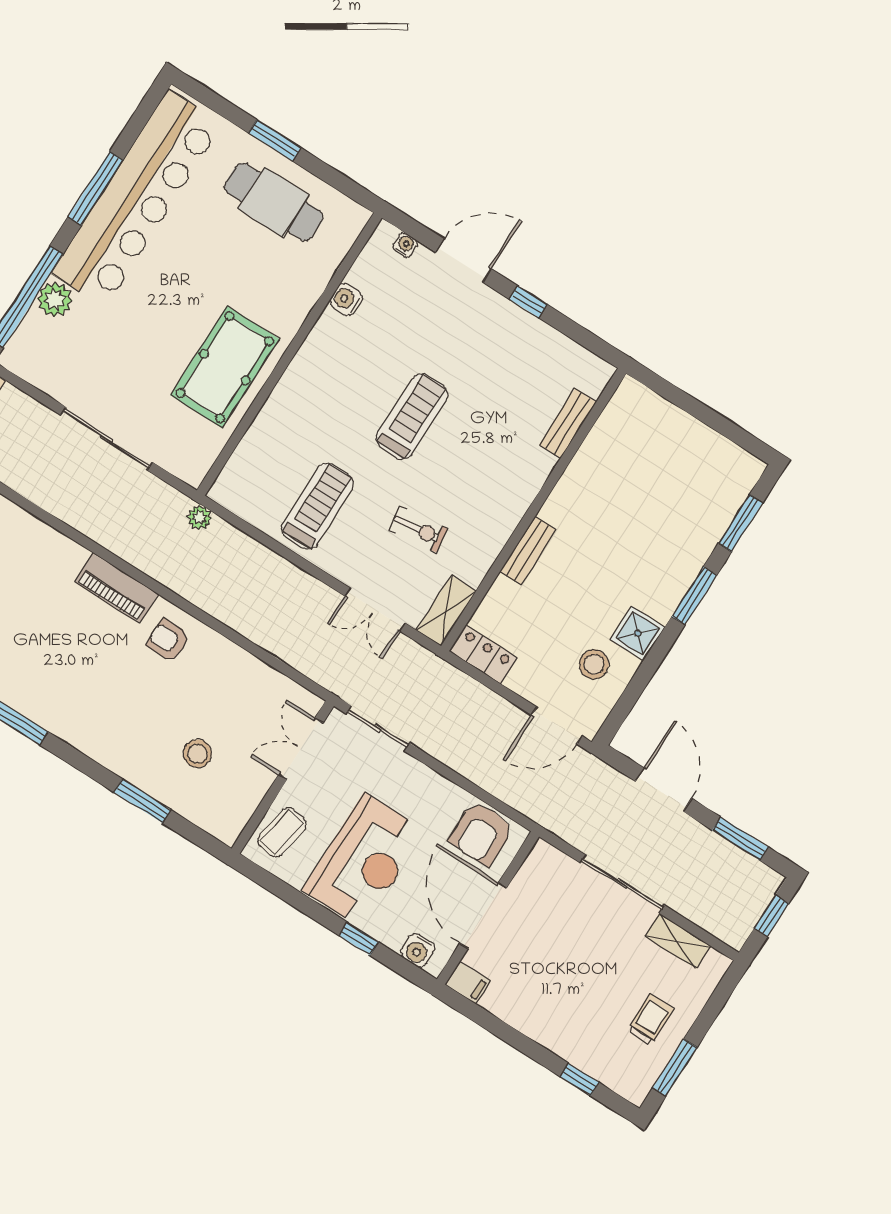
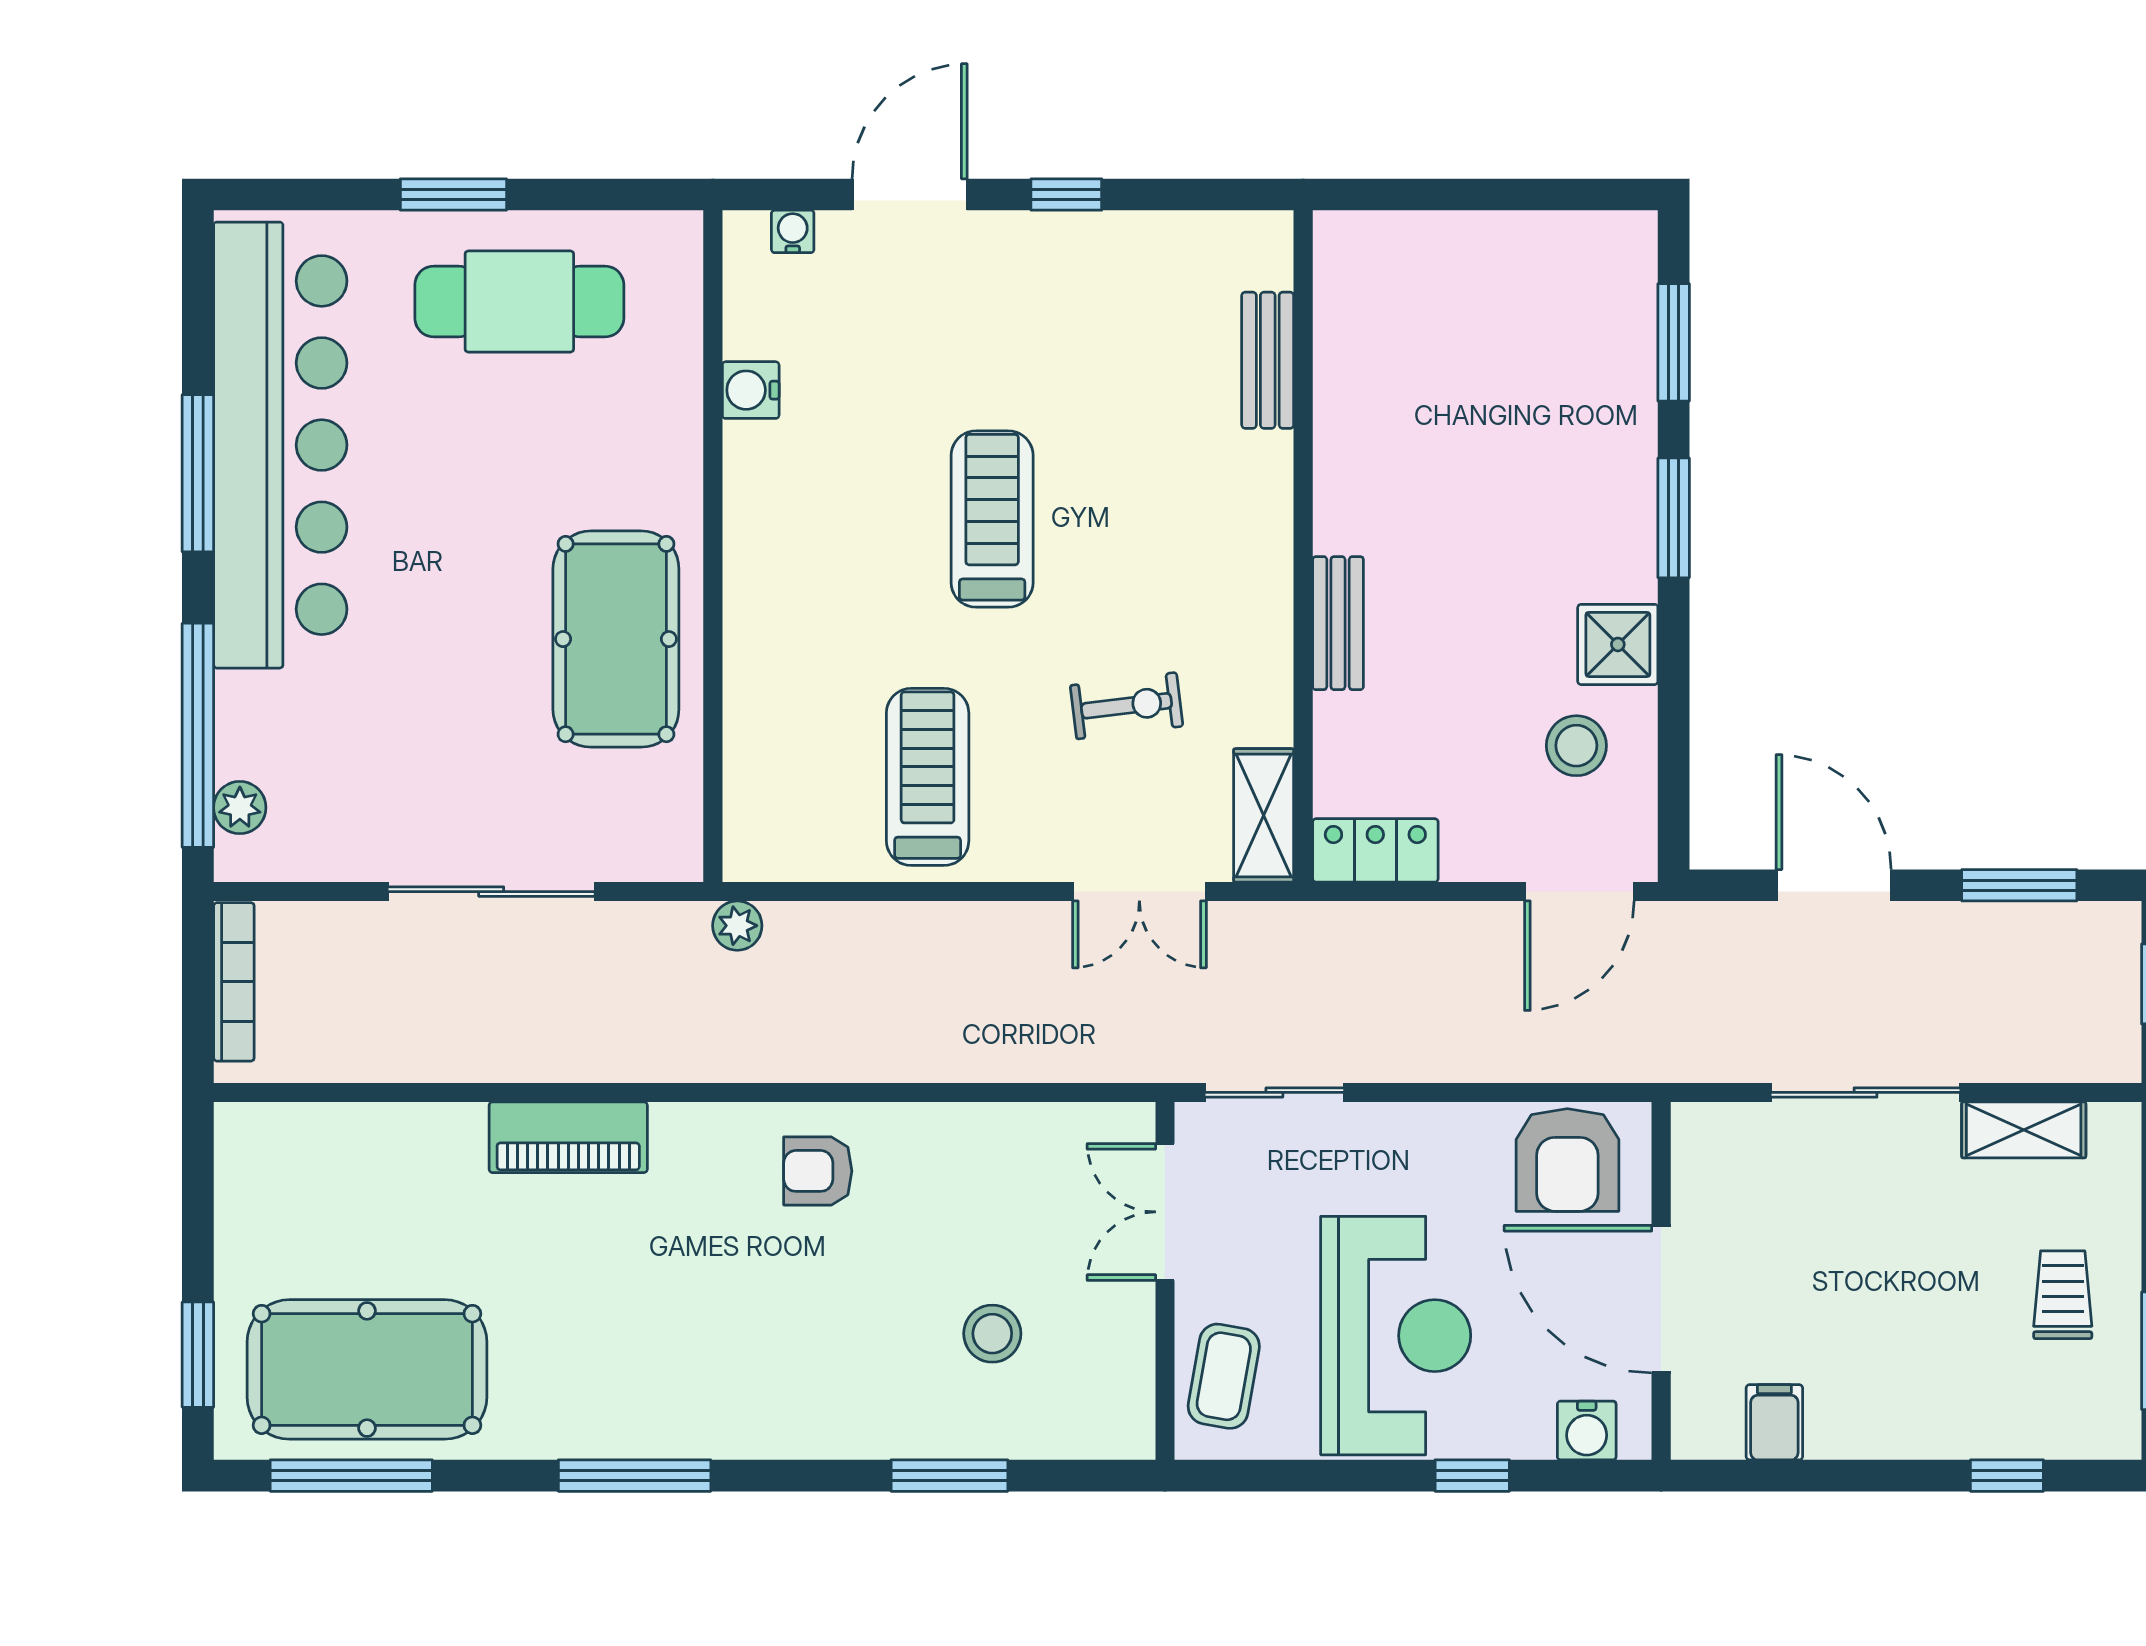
plant: (55, 299) -> (240, 808), moved, width x0.73, depth x0.73
piano: (116, 588) -> (568, 1137), moved
filing cabinet: (468, 983) -> (1774, 1422), moved, turned -90

